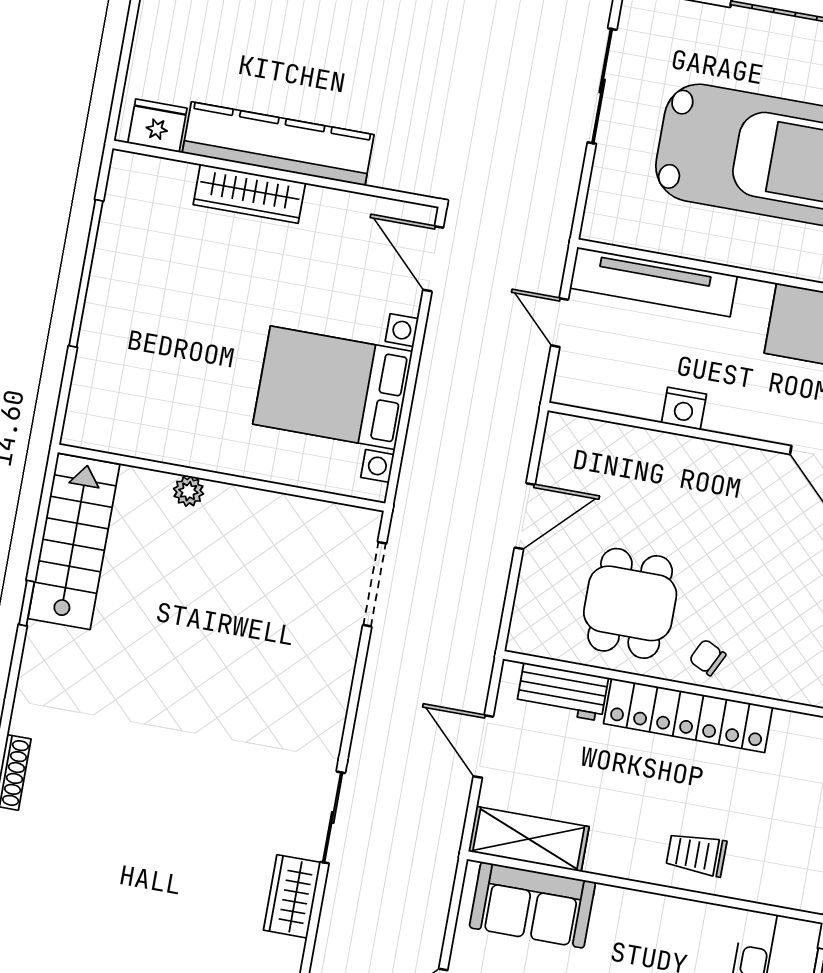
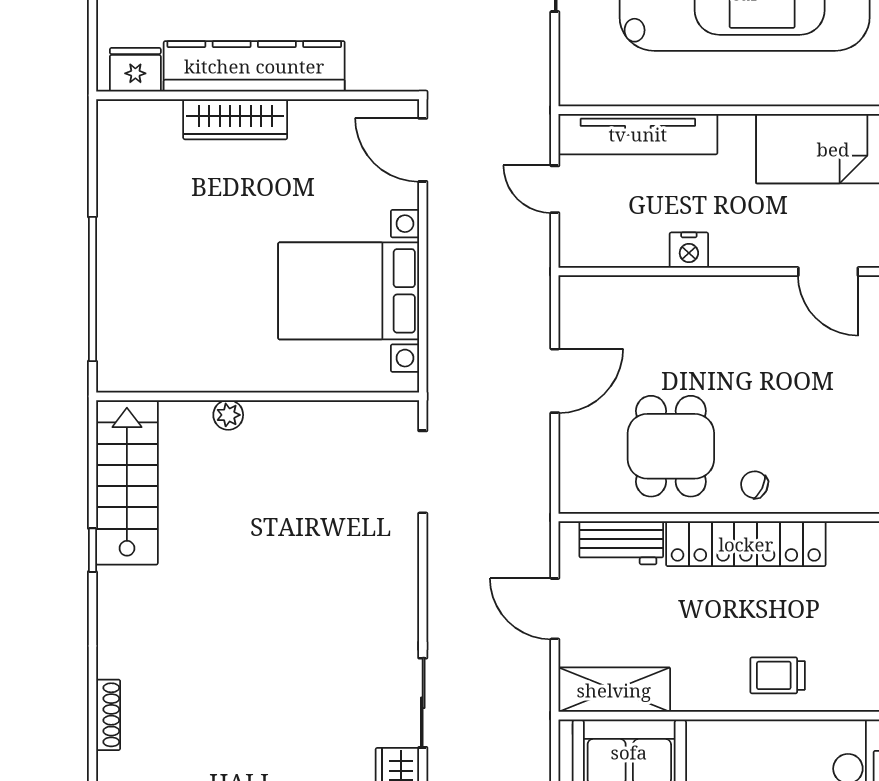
window: (86, 273) -> (92, 289), moved

